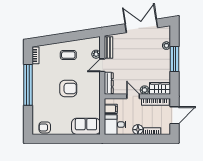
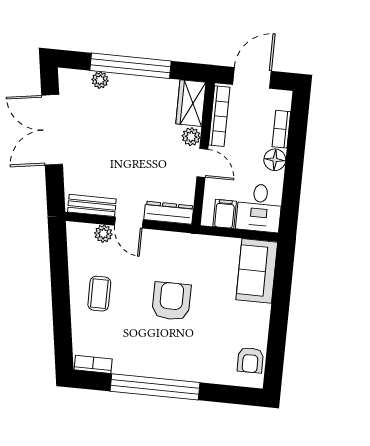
window: (174, 59) -> (131, 66), width x1.46
door: (133, 96) -> (202, 163), swing flipped
door: (174, 115) -> (252, 78), hinge flipped

